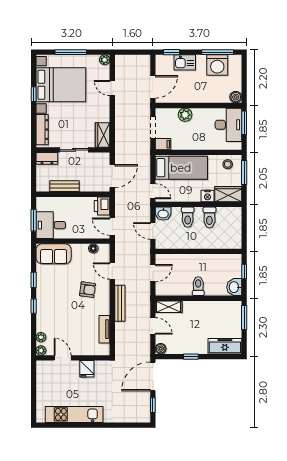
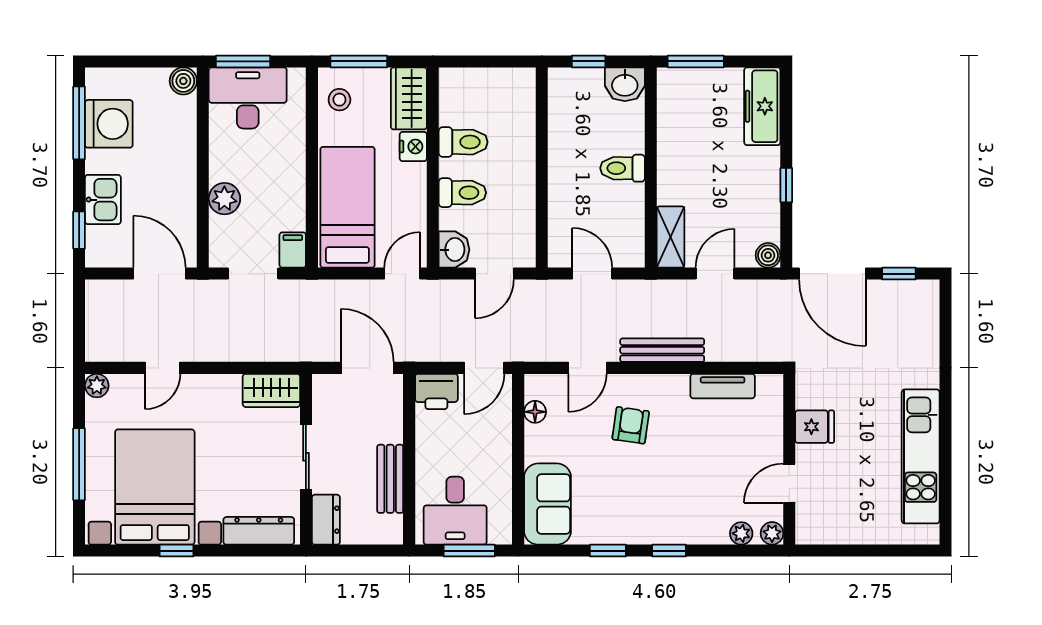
desk: (51, 225) -> (455, 511), moved

